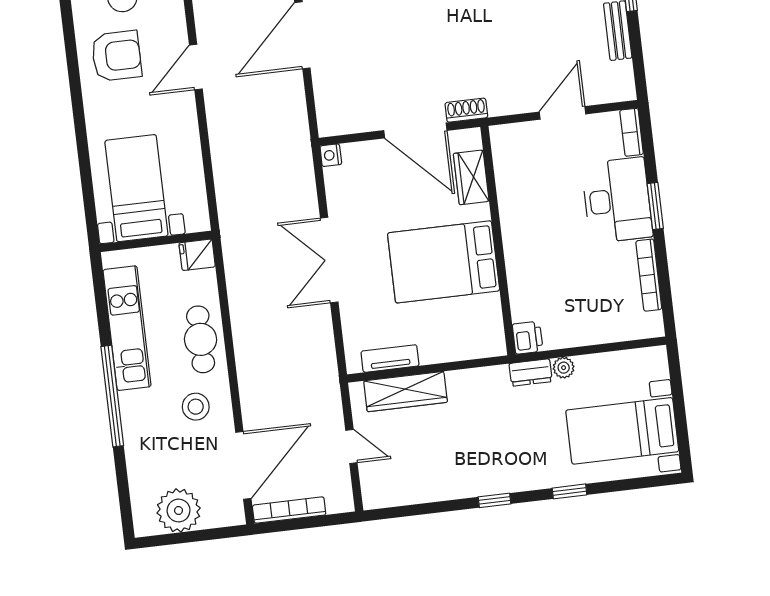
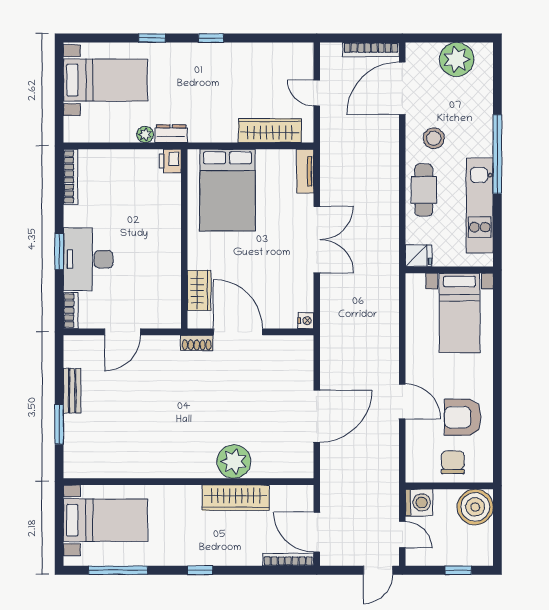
door: (196, 67) -> (402, 401), hinge flipped
bed: (444, 262) -> (227, 190), moved, turned 90
bookcase: (649, 275) -> (71, 177), moved
tv unit: (390, 359) -> (305, 171), moved, turned 90

